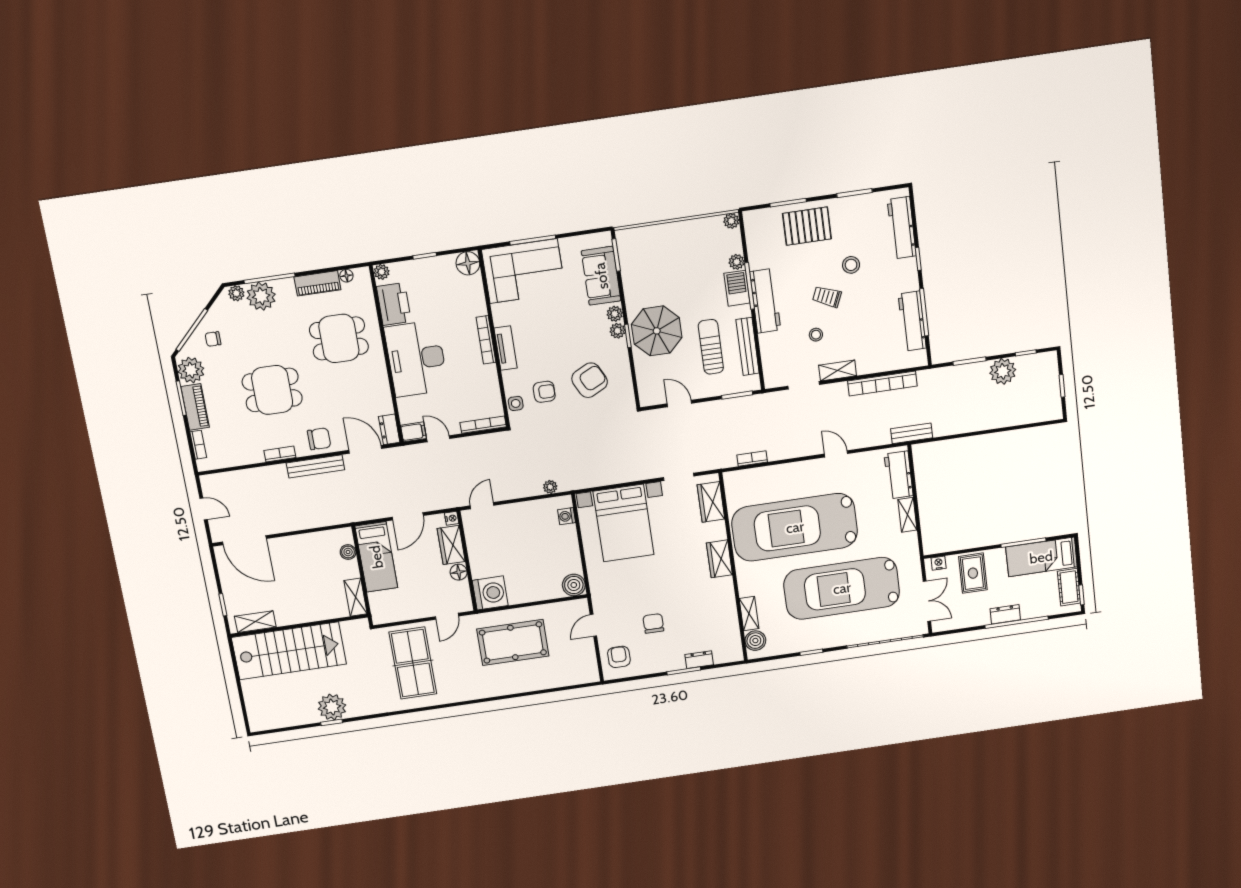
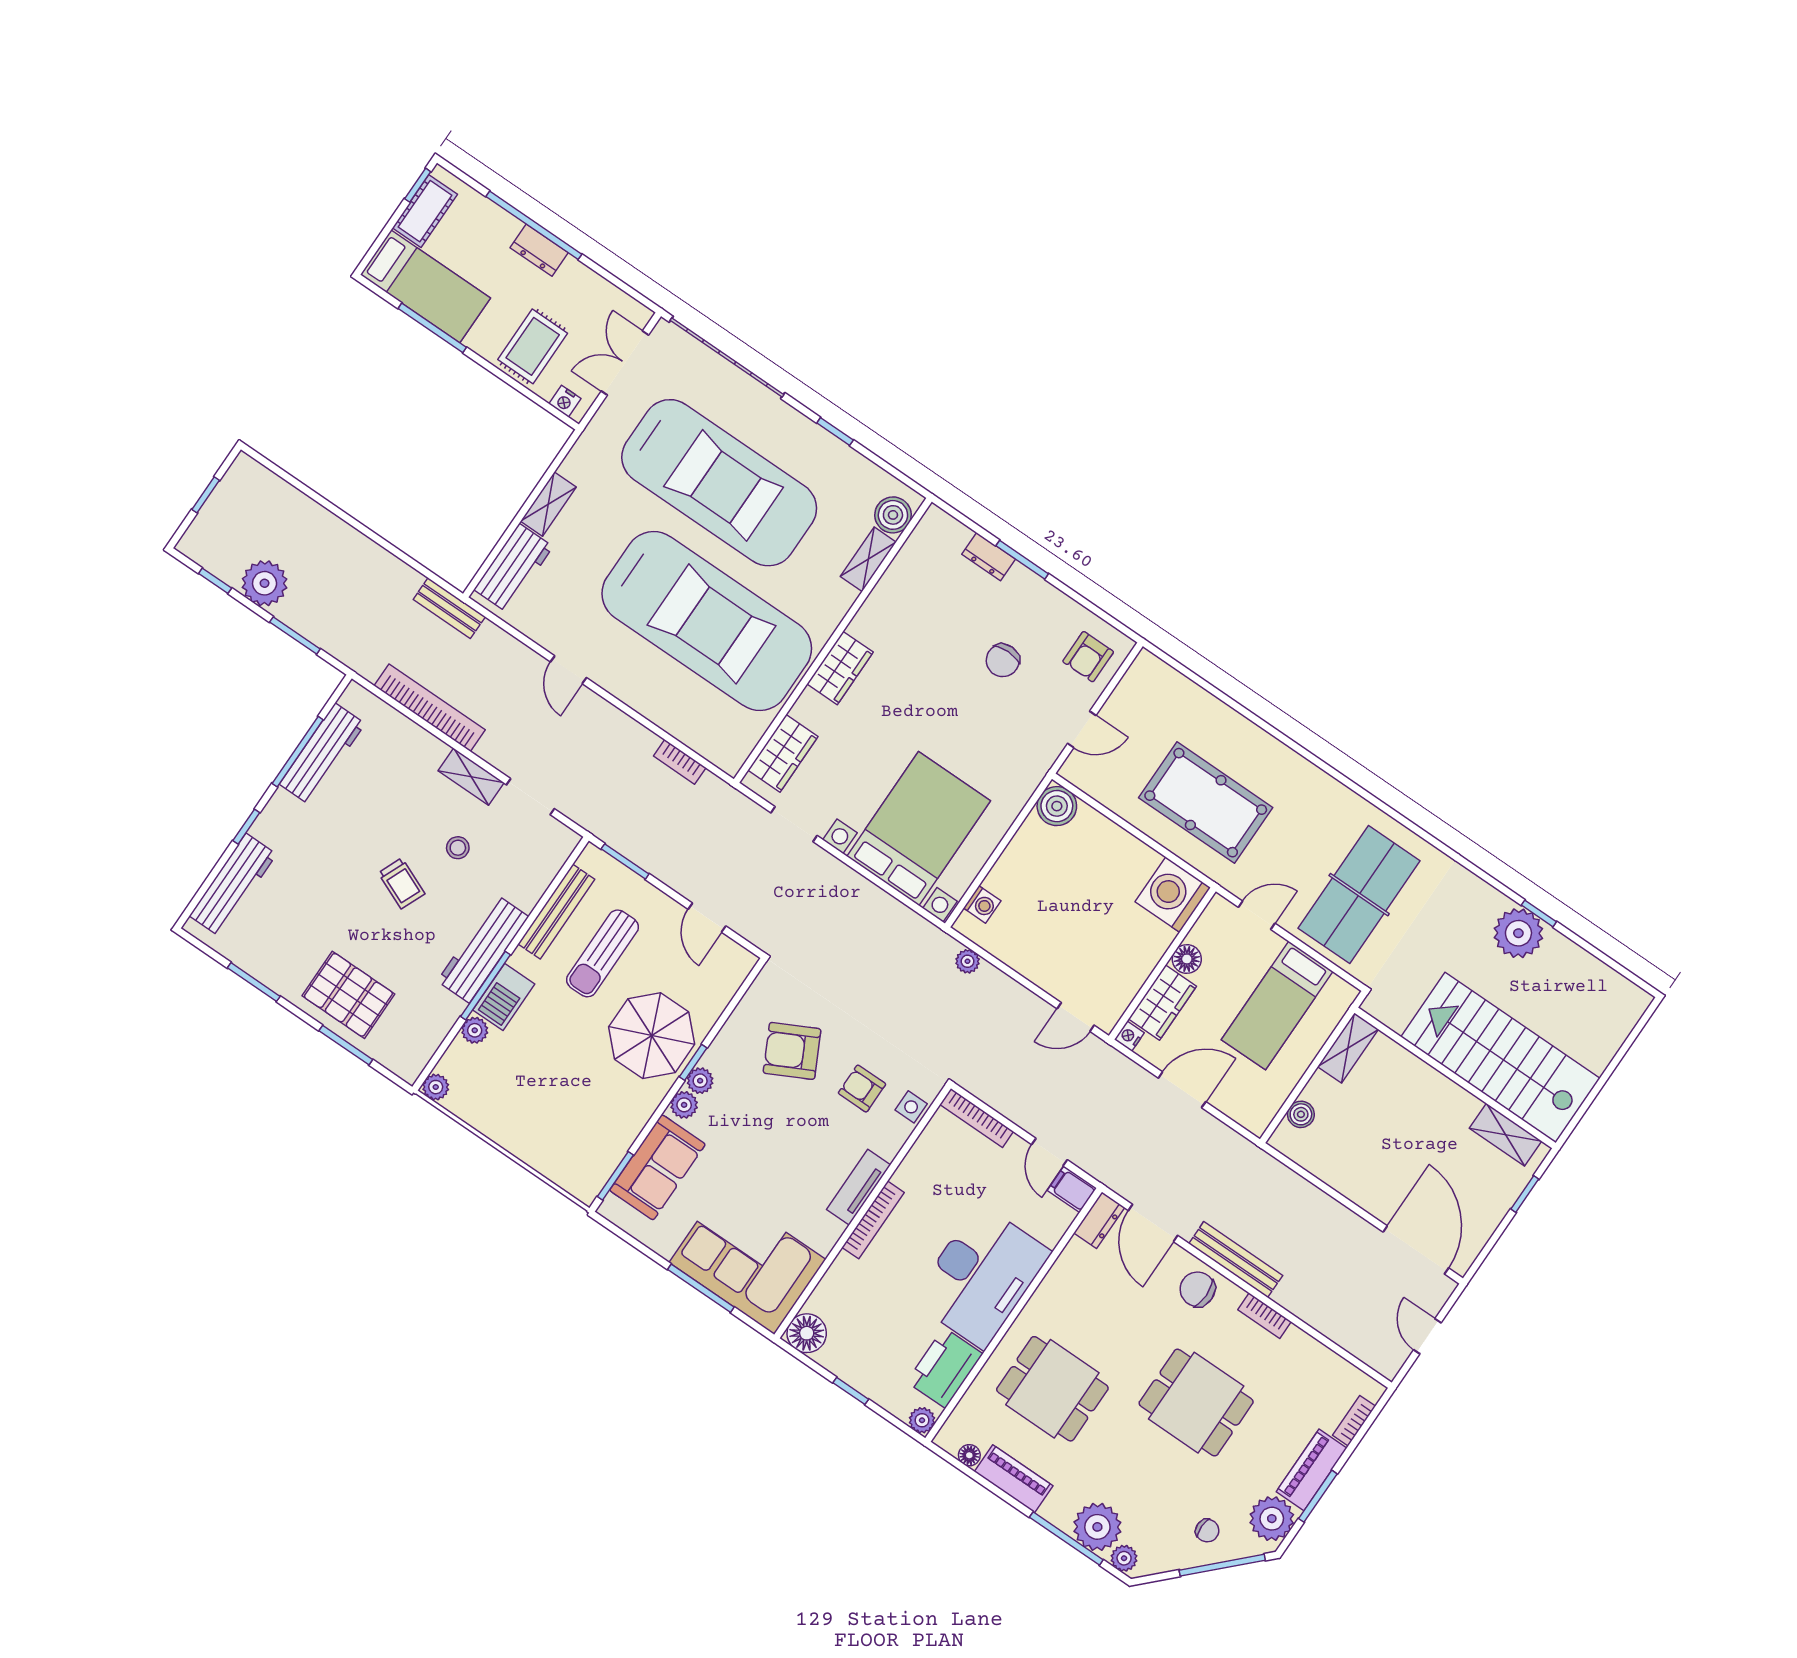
stool: (851, 265) -> (336, 896), removed
bed: (376, 557) -> (1277, 1005), moved, turned 180

